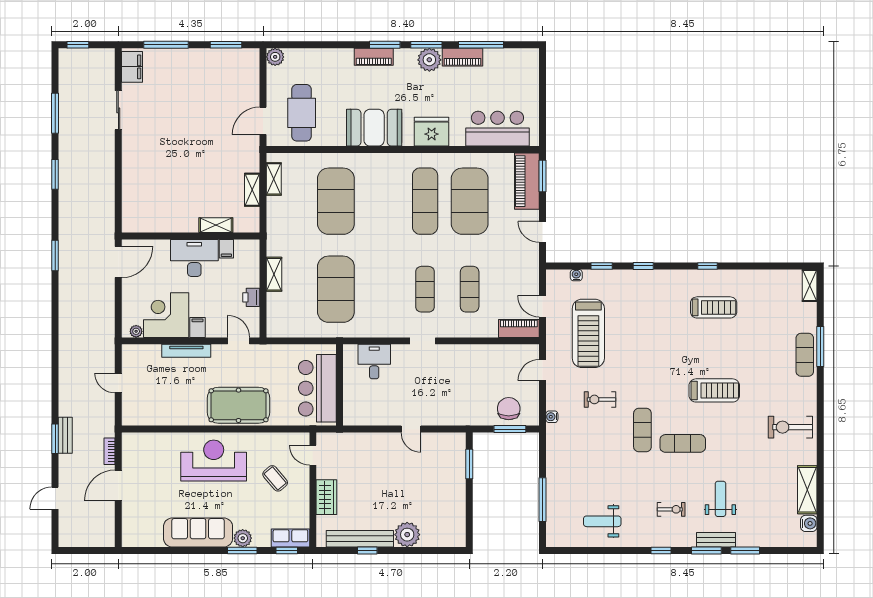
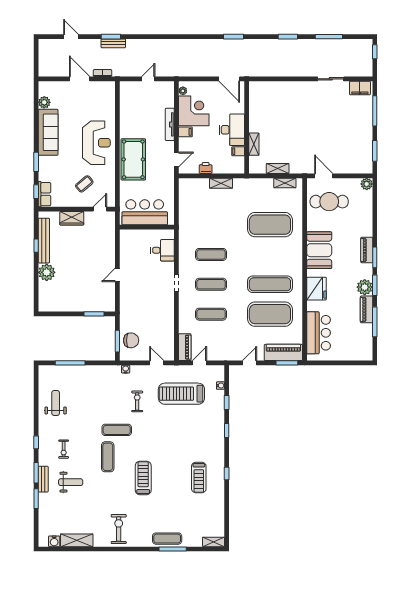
exercise mat: (336, 289) -> (211, 254), moved, width x0.50, depth x0.69
treadmill: (714, 390) -> (143, 478), turned 180
plant: (243, 538) -> (44, 102), moved

